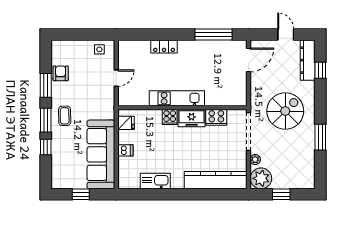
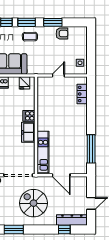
locker: (164, 47) -> (82, 94), moved
door: (248, 60) -> (61, 175), moved
door: (116, 78) -> (58, 76), swing flipped
kitchen unit: (177, 98) -> (43, 152), moved
spiral stairs: (285, 111) -> (34, 203), turned 180
cooker: (216, 117) -> (29, 151), removed

